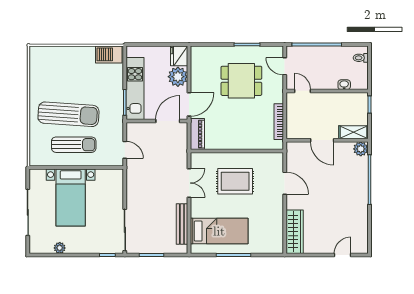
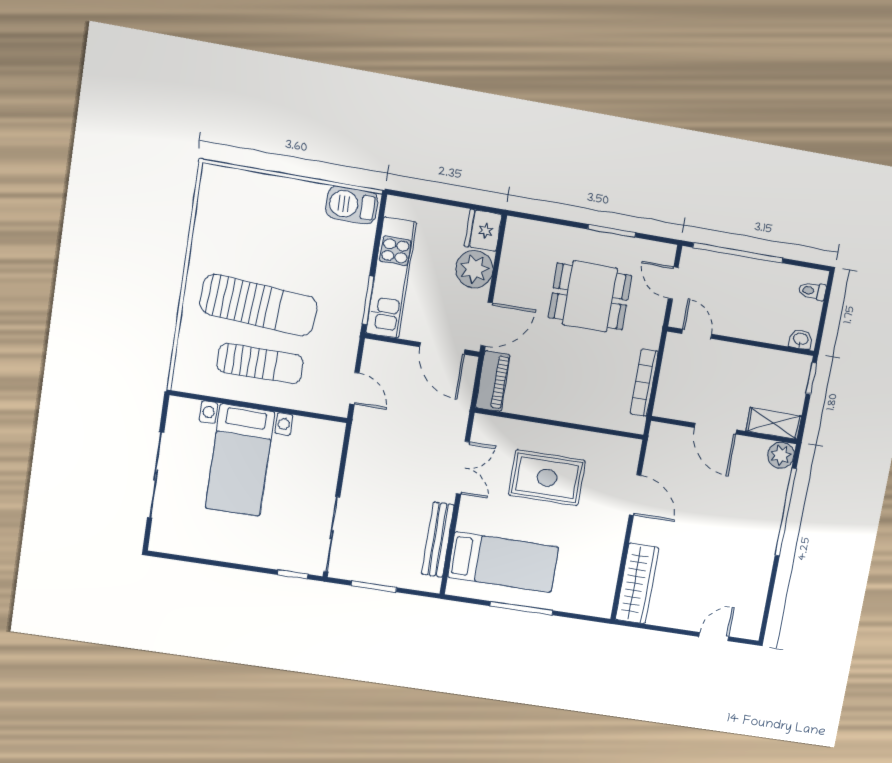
washbasin: (344, 85) -> (801, 339), moved
door: (168, 121) -> (442, 348), swing flipped
plant: (60, 248) -> (206, 549), removed

